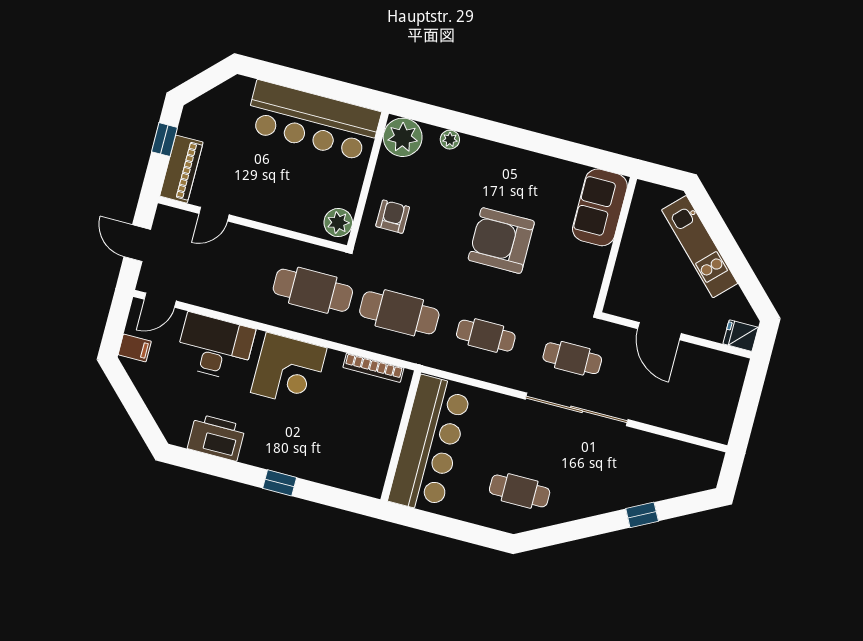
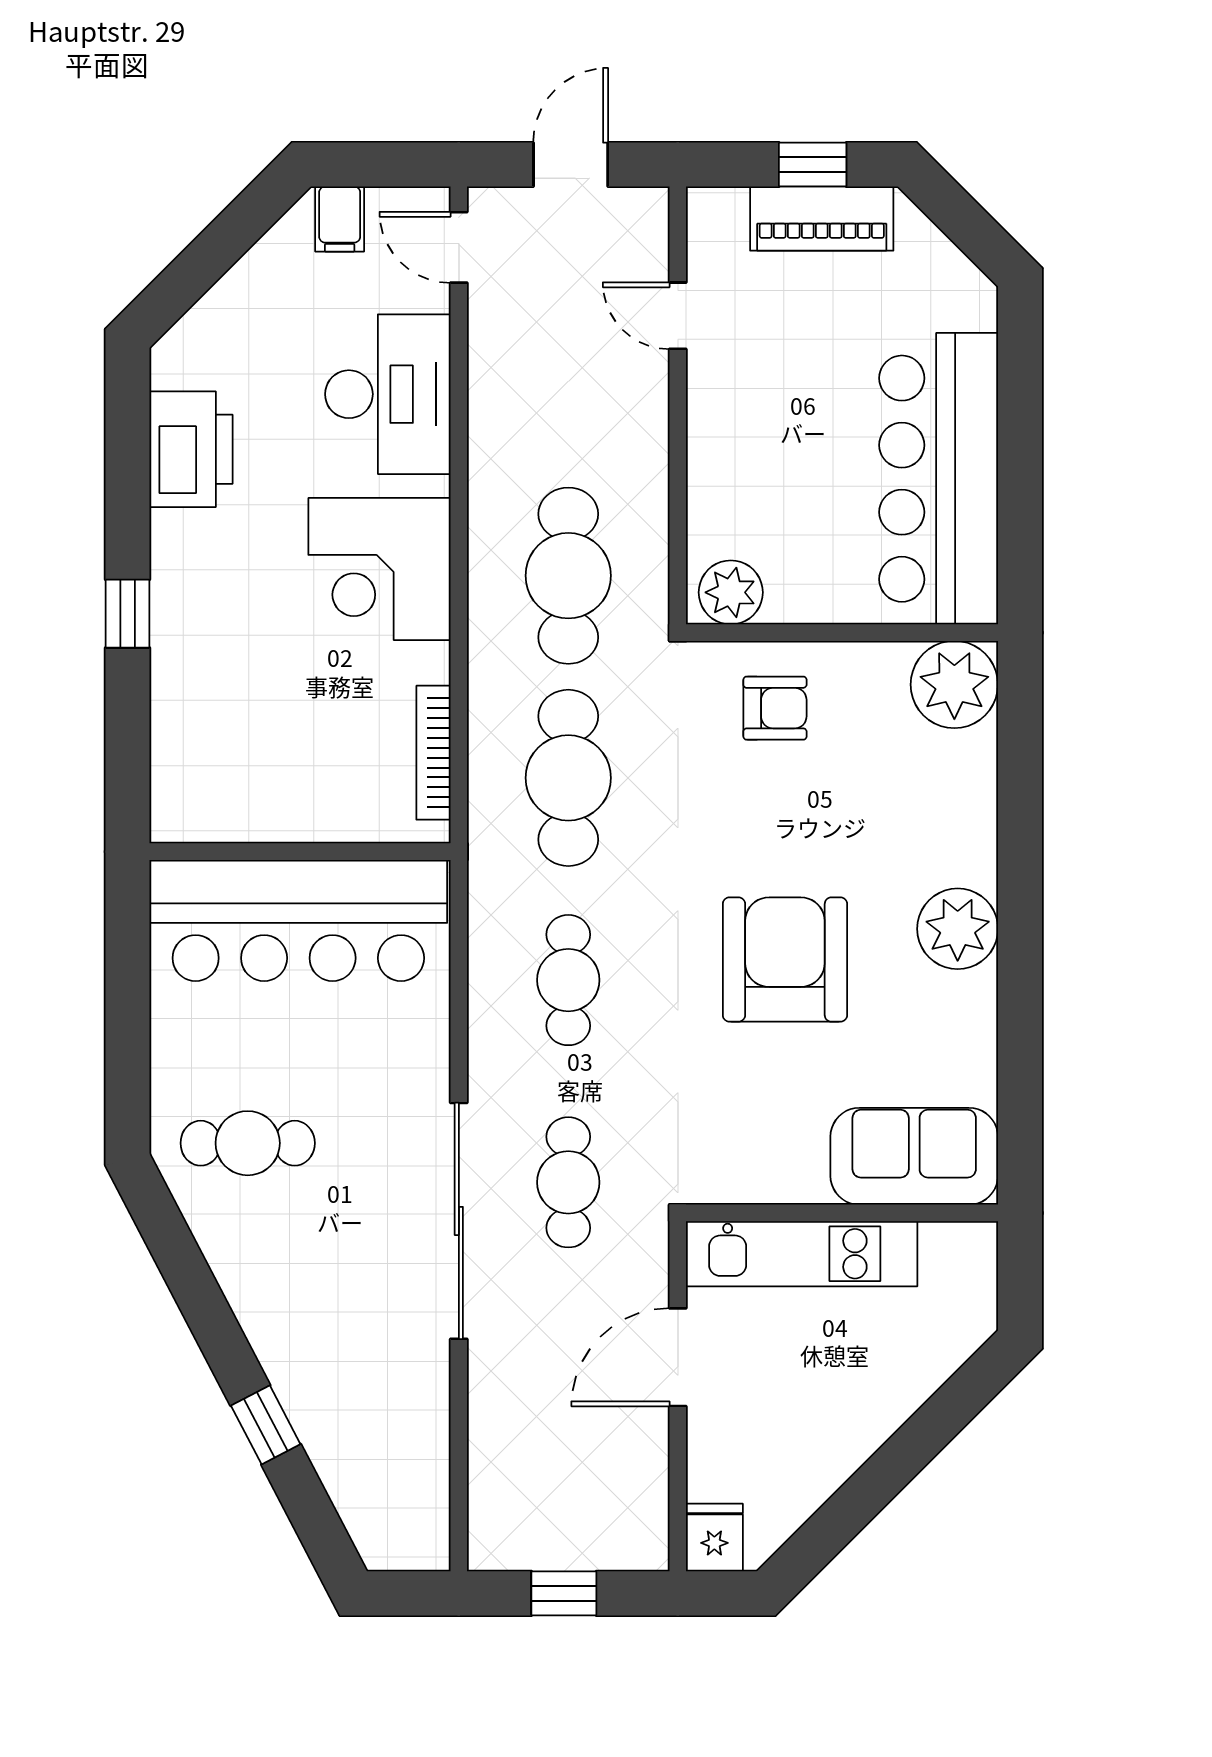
plant: (450, 140) -> (958, 929), moved, width x1.88, depth x1.88
piano: (181, 169) -> (822, 219), moved
kitchen unit: (700, 247) -> (802, 1254), moved, turned -135
window: (748, 406) -> (564, 1593), added
cafe table: (520, 491) -> (248, 1143), turned 90

